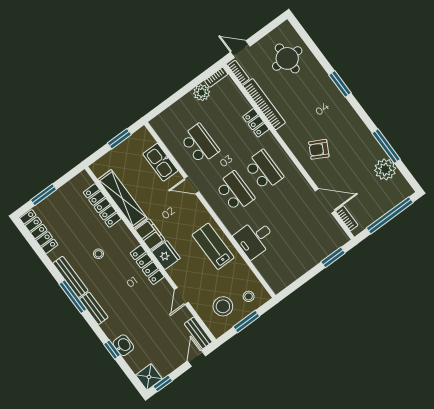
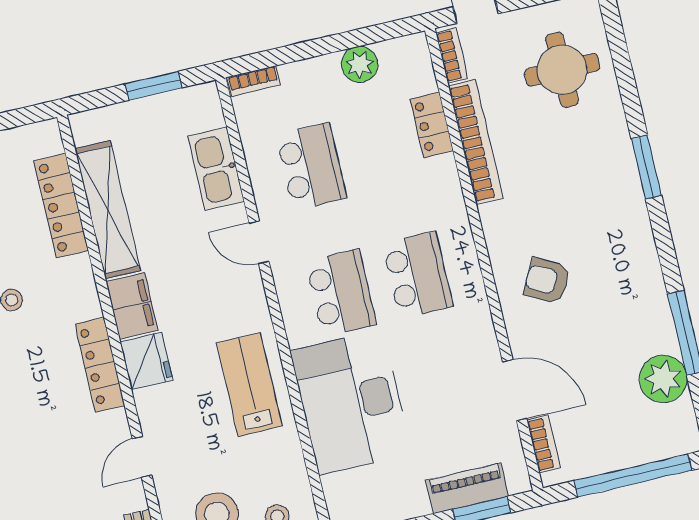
bookcase: (216, 77) -> (254, 81), moved
locker: (256, 123) -> (432, 125), moved
desk: (255, 238) -> (351, 402), width x1.87, depth x1.30
piano: (323, 250) -> (467, 488), added

